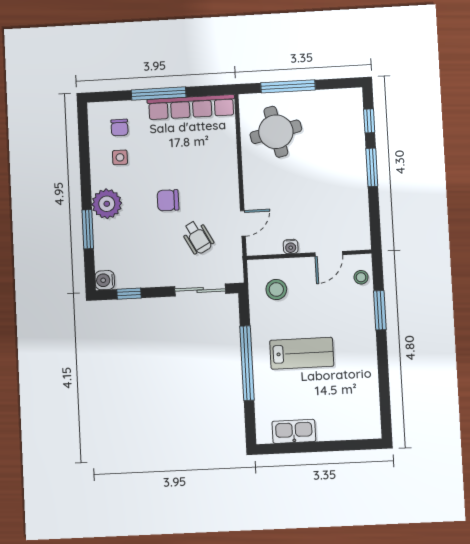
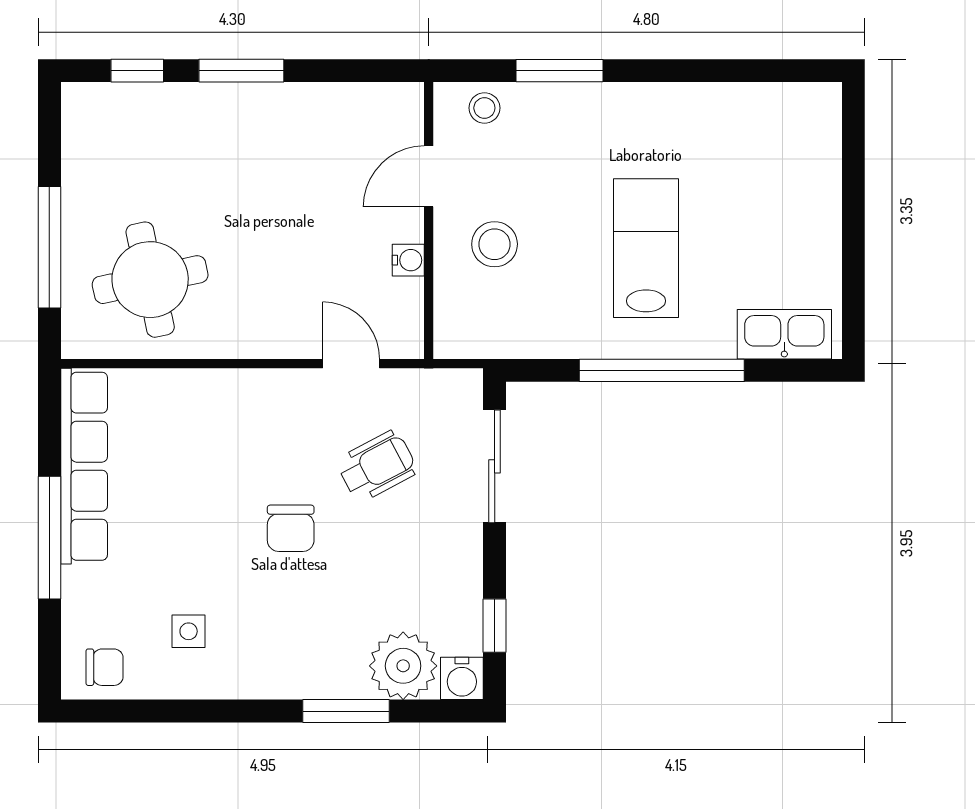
chair: (119, 128) -> (105, 667), moved
plant: (107, 204) -> (403, 666), moved
door: (329, 254) -> (429, 176), swing flipped
stool: (276, 289) -> (495, 244), moved
kitchen sink: (294, 431) -> (784, 334), moved, turned 90

